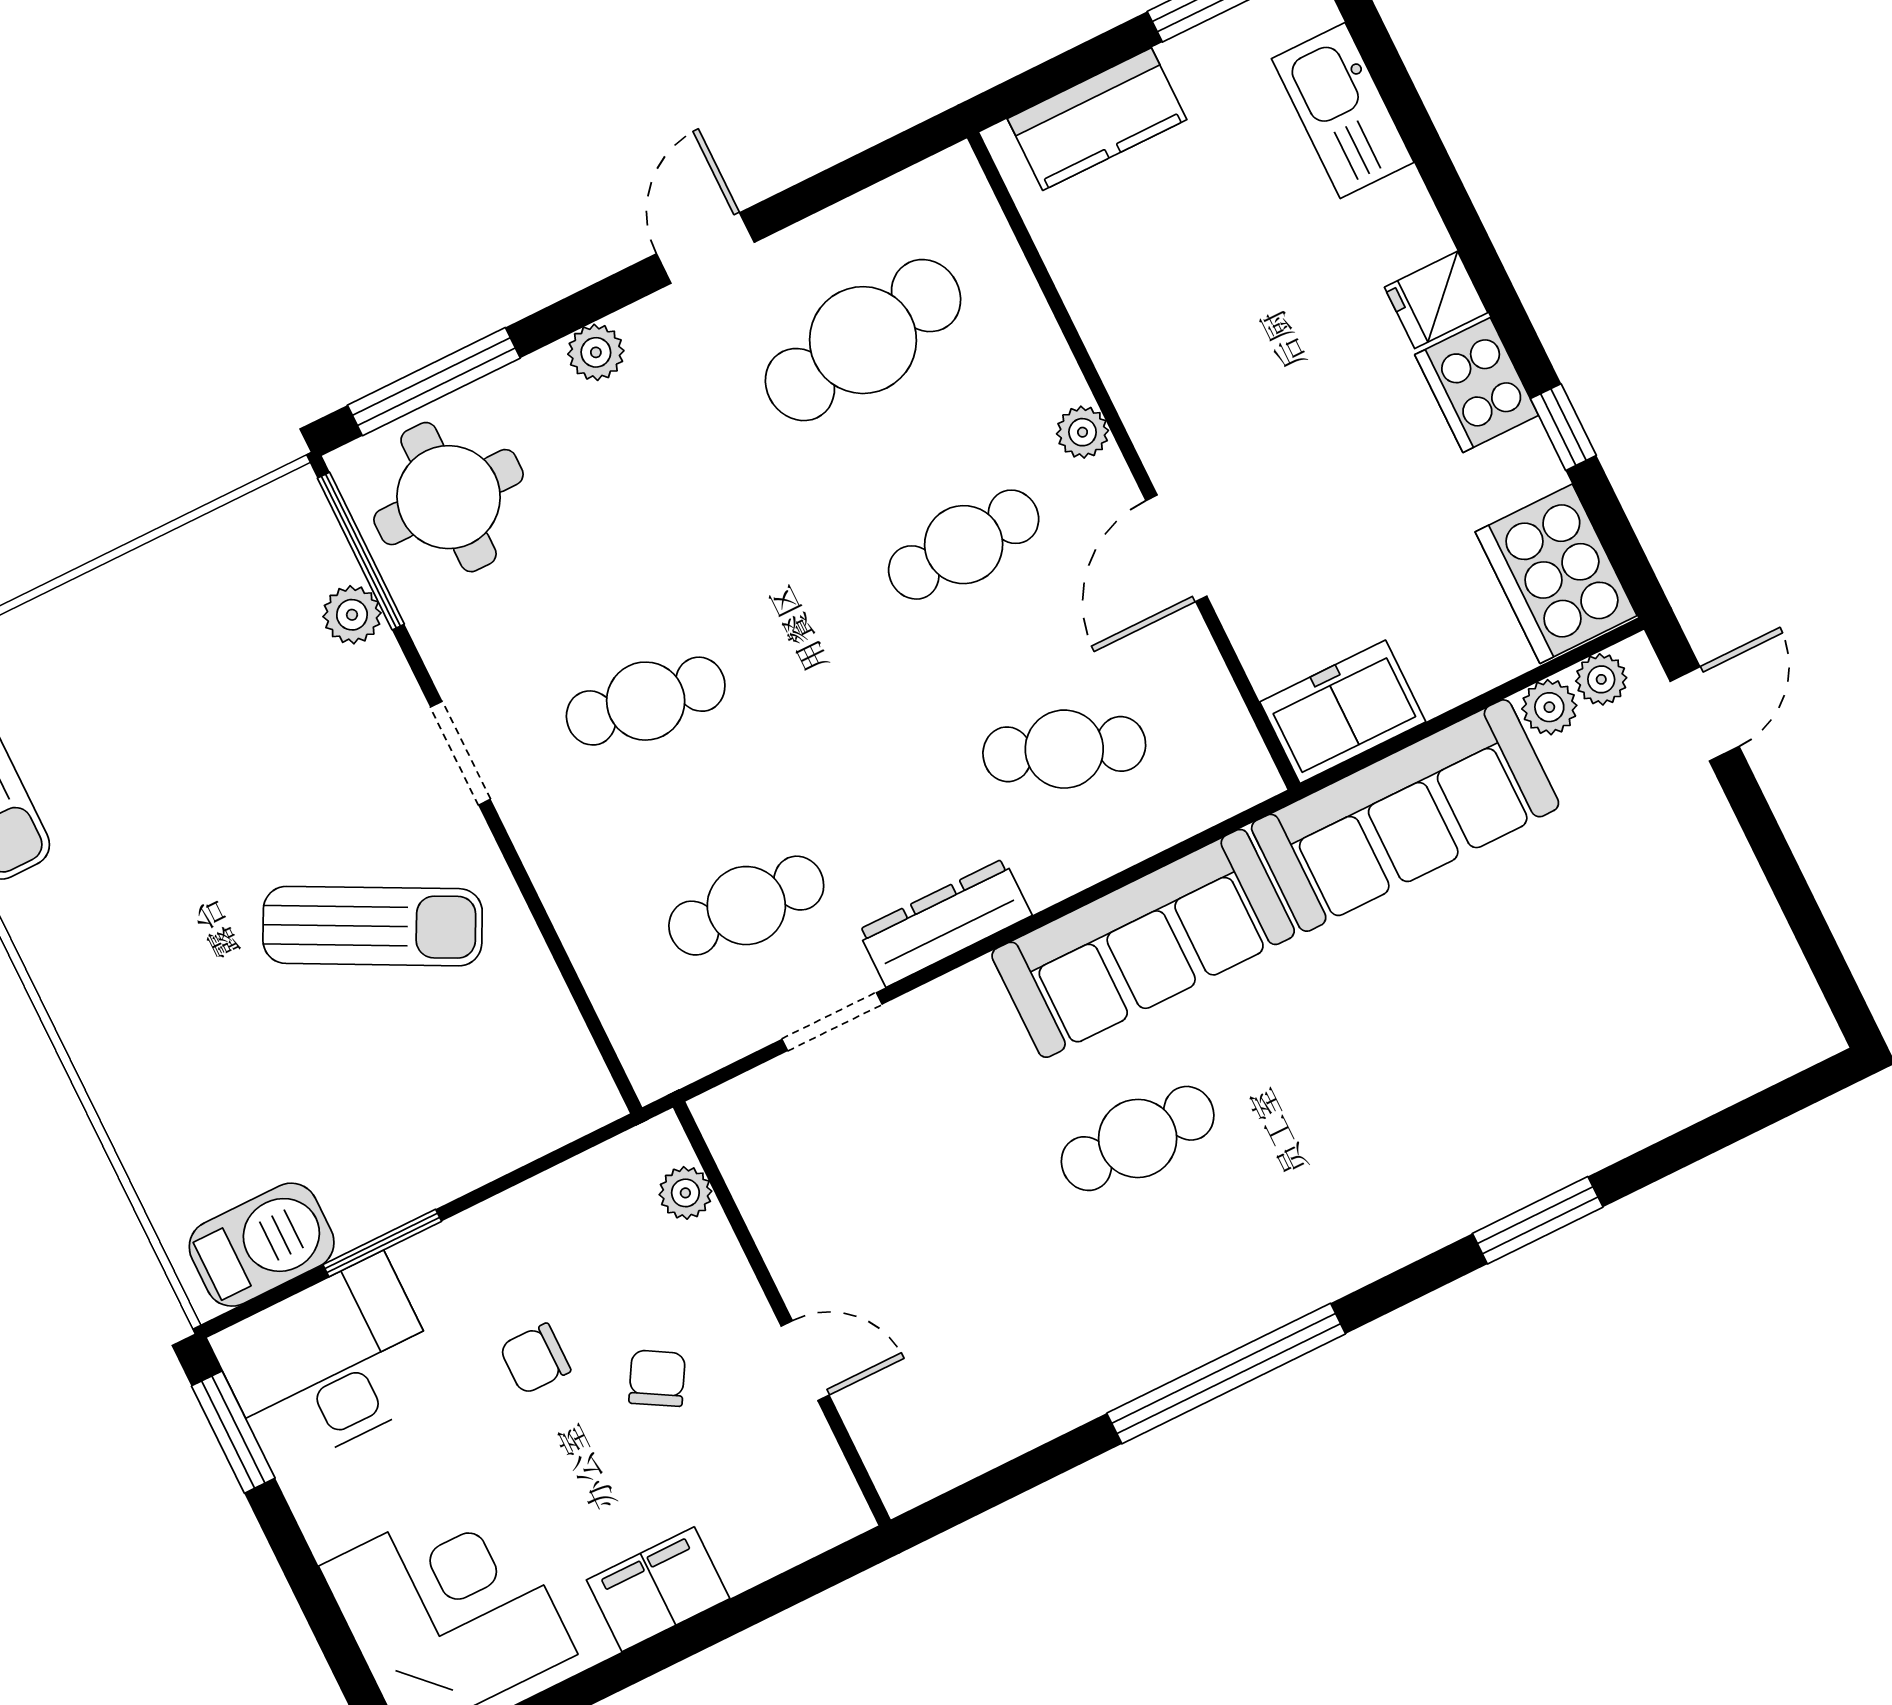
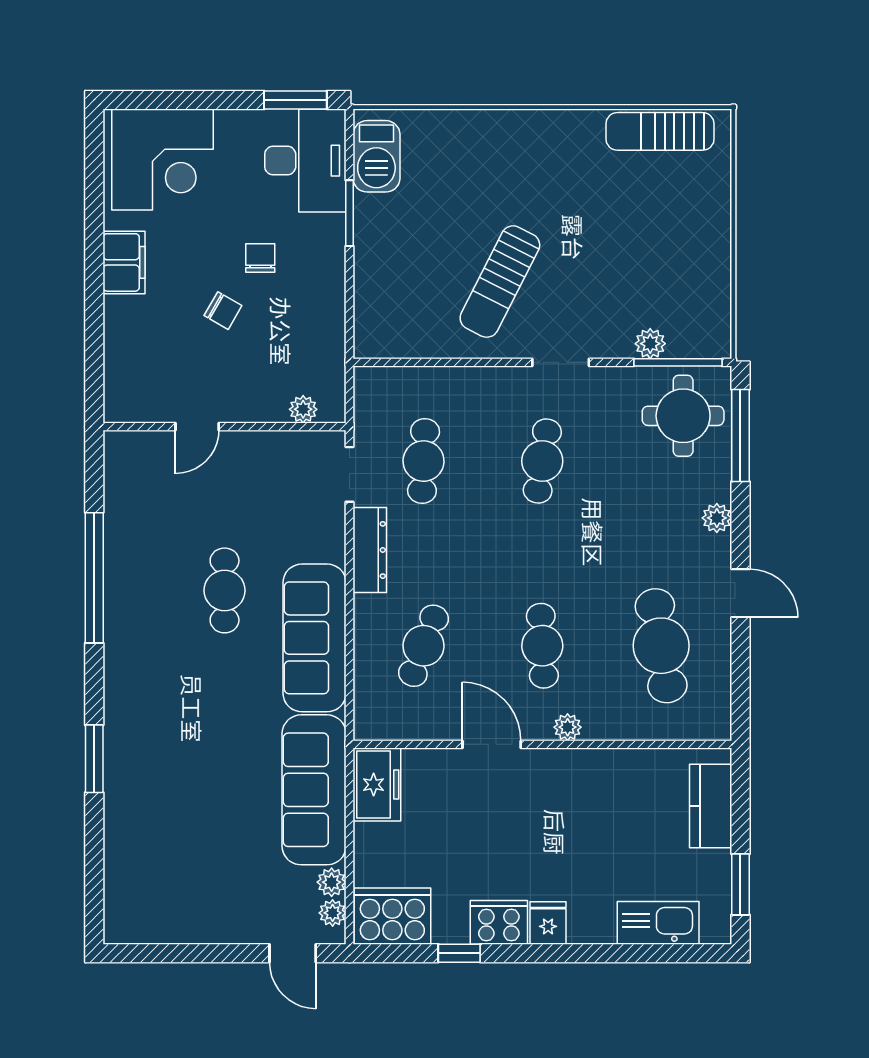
plant: (685, 1193) -> (303, 409), moved
wall: (782, 1313) -> (225, 427), moved
door: (805, 1361) -> (197, 427), moved

